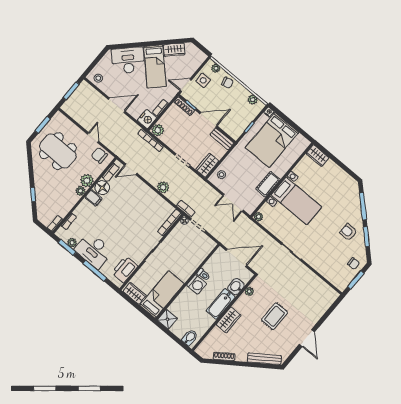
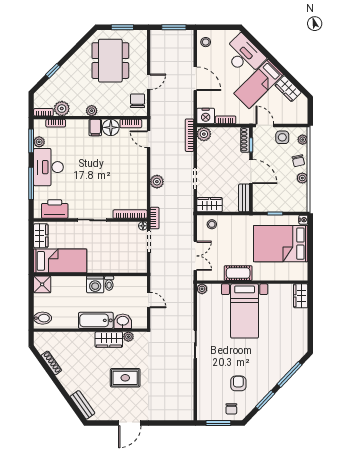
plant: (253, 100) -> (302, 178), moved
plant: (87, 181) -> (62, 109), moved
double door: (233, 203) -> (195, 256), swing flipped
armchair: (348, 232) -> (238, 383), moved
door: (236, 258) -> (149, 300), width x0.53
wardrobe: (229, 320) -> (109, 340), moved
bench: (264, 359) -> (83, 405), width x0.73

